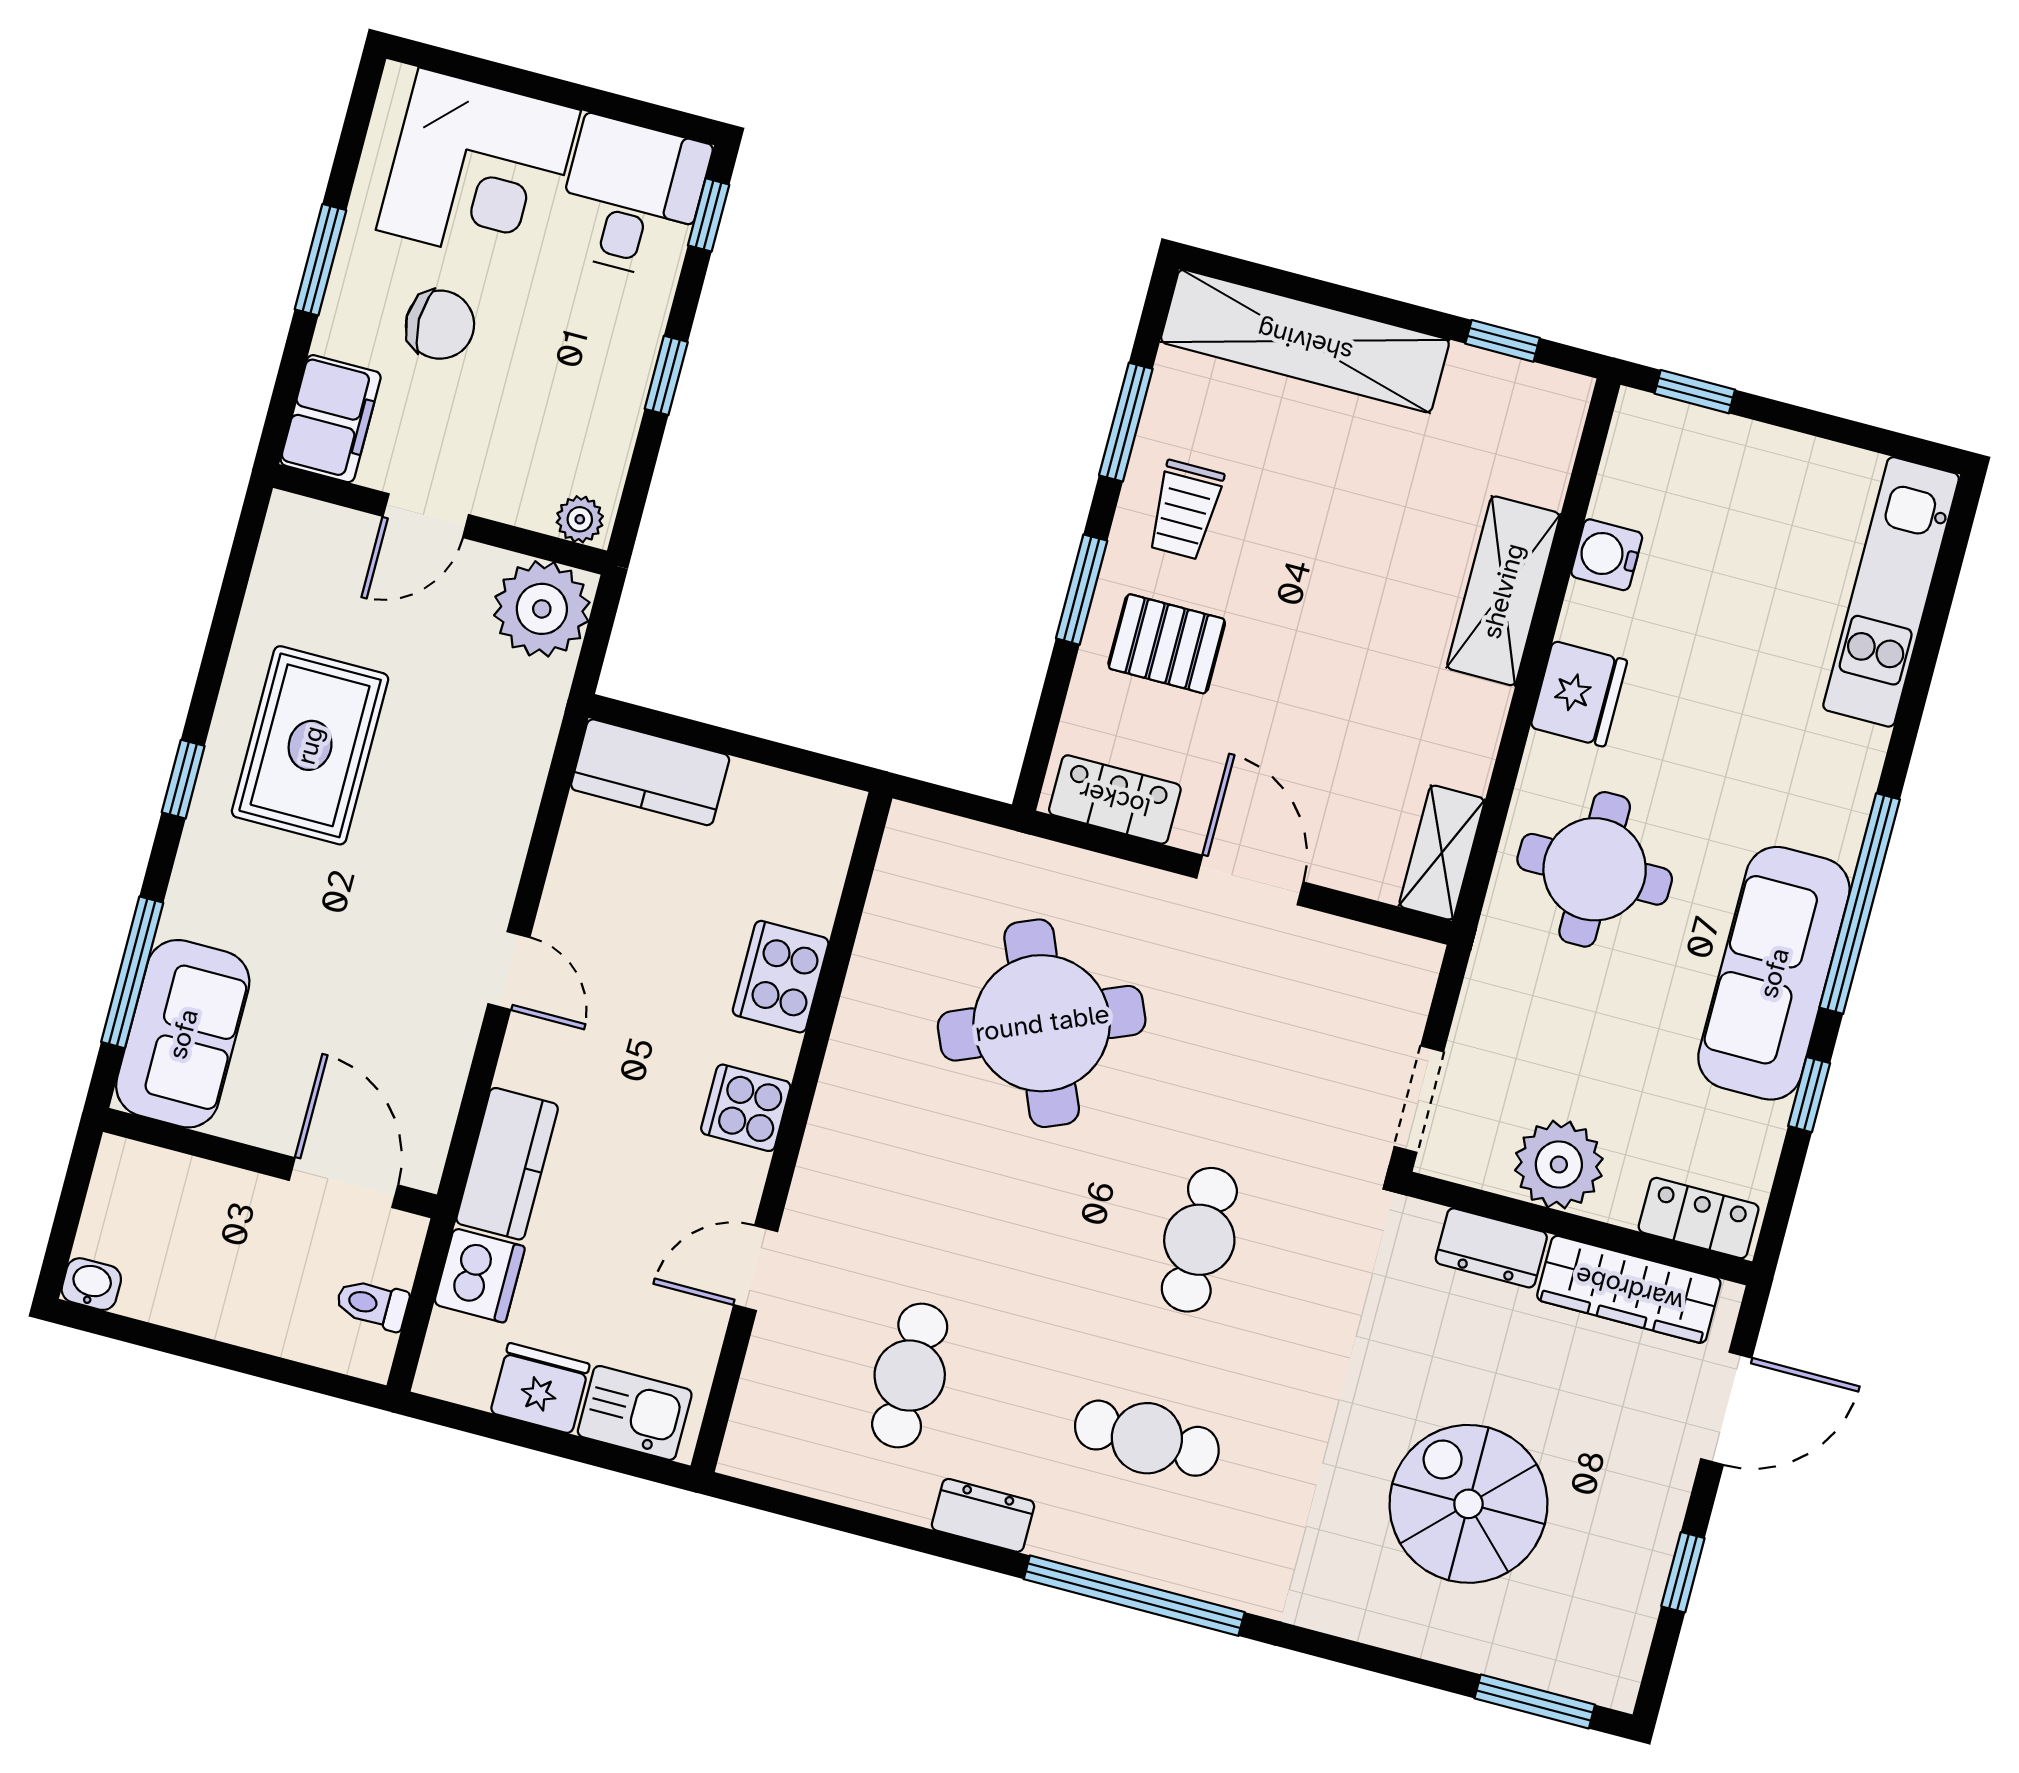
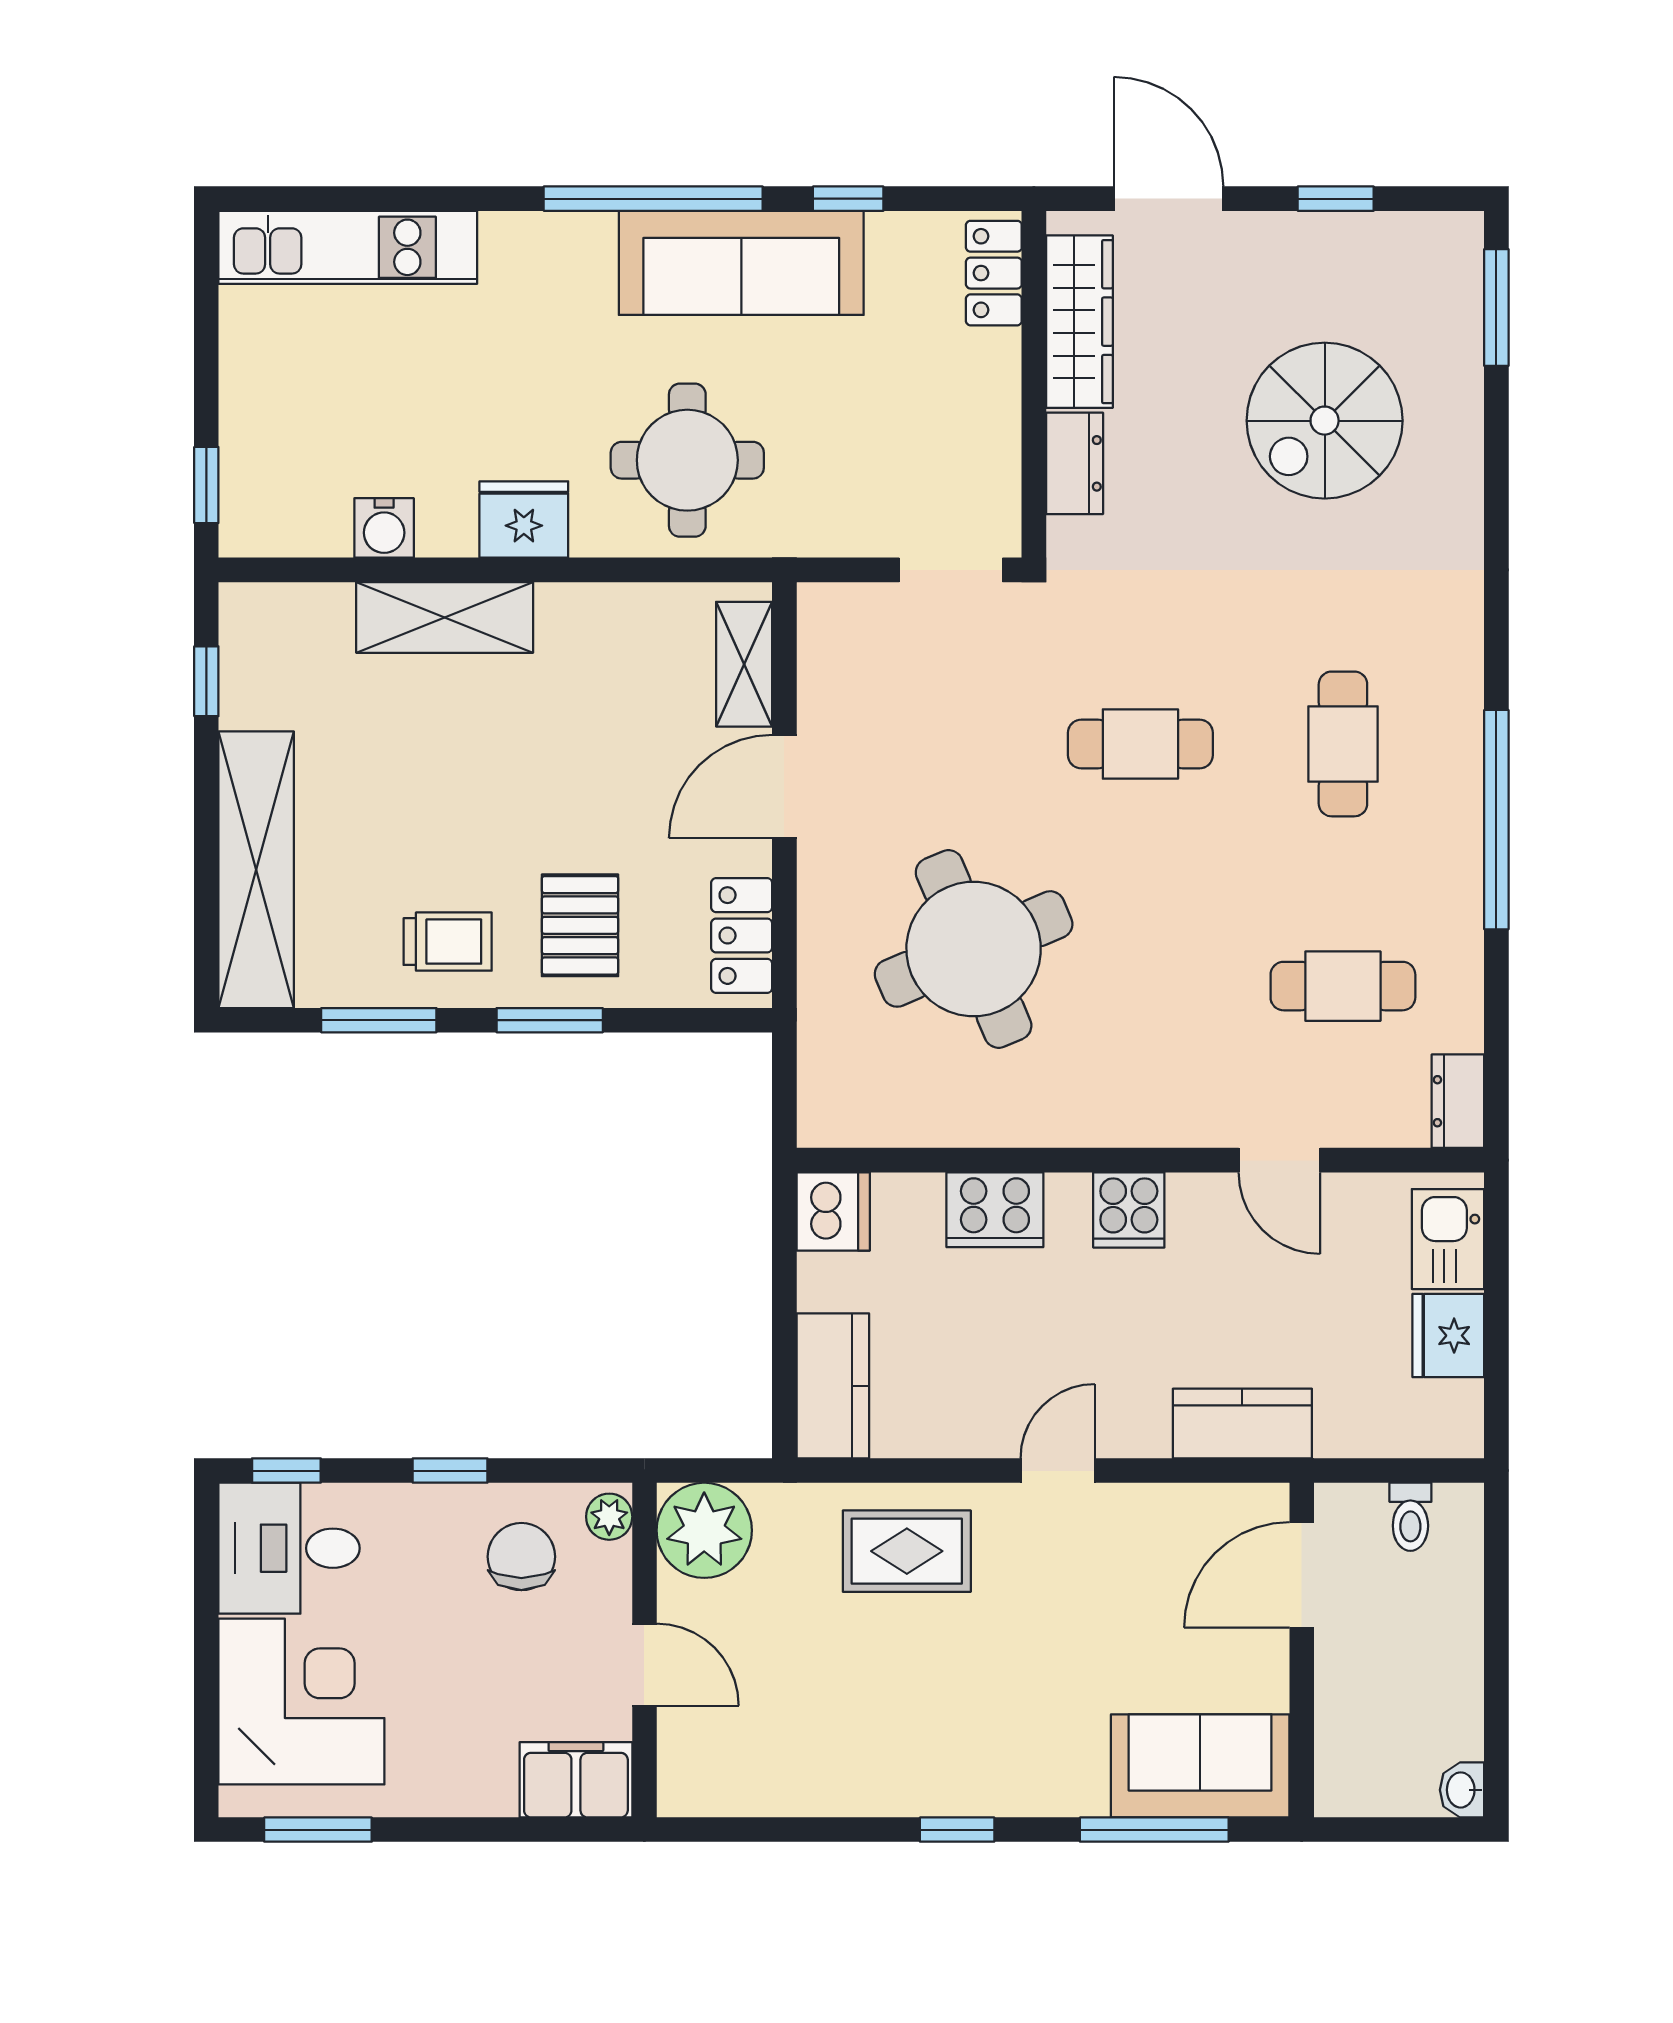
window: (320, 260) -> (318, 1830), moved
chair: (440, 325) -> (521, 1557), moved
rug: (310, 745) -> (907, 1551), moved, width x0.73, depth x0.70
shelving: (1442, 853) -> (744, 664), moved, turned 90
plant: (1559, 1164) -> (978, 420), removed
dishwasher: (479, 1275) -> (833, 1211), moved, turned 90
dresser: (983, 1515) -> (1458, 1101), moved
window: (1134, 1596) -> (1496, 820), moved

